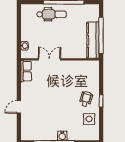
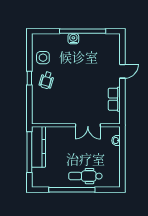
row of seats: (26, 71) -> (114, 99), moved

